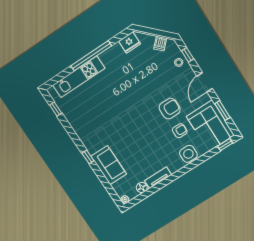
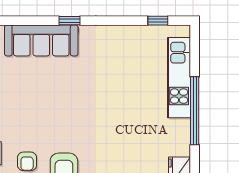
sofa: (109, 165) -> (41, 40), width x1.36

